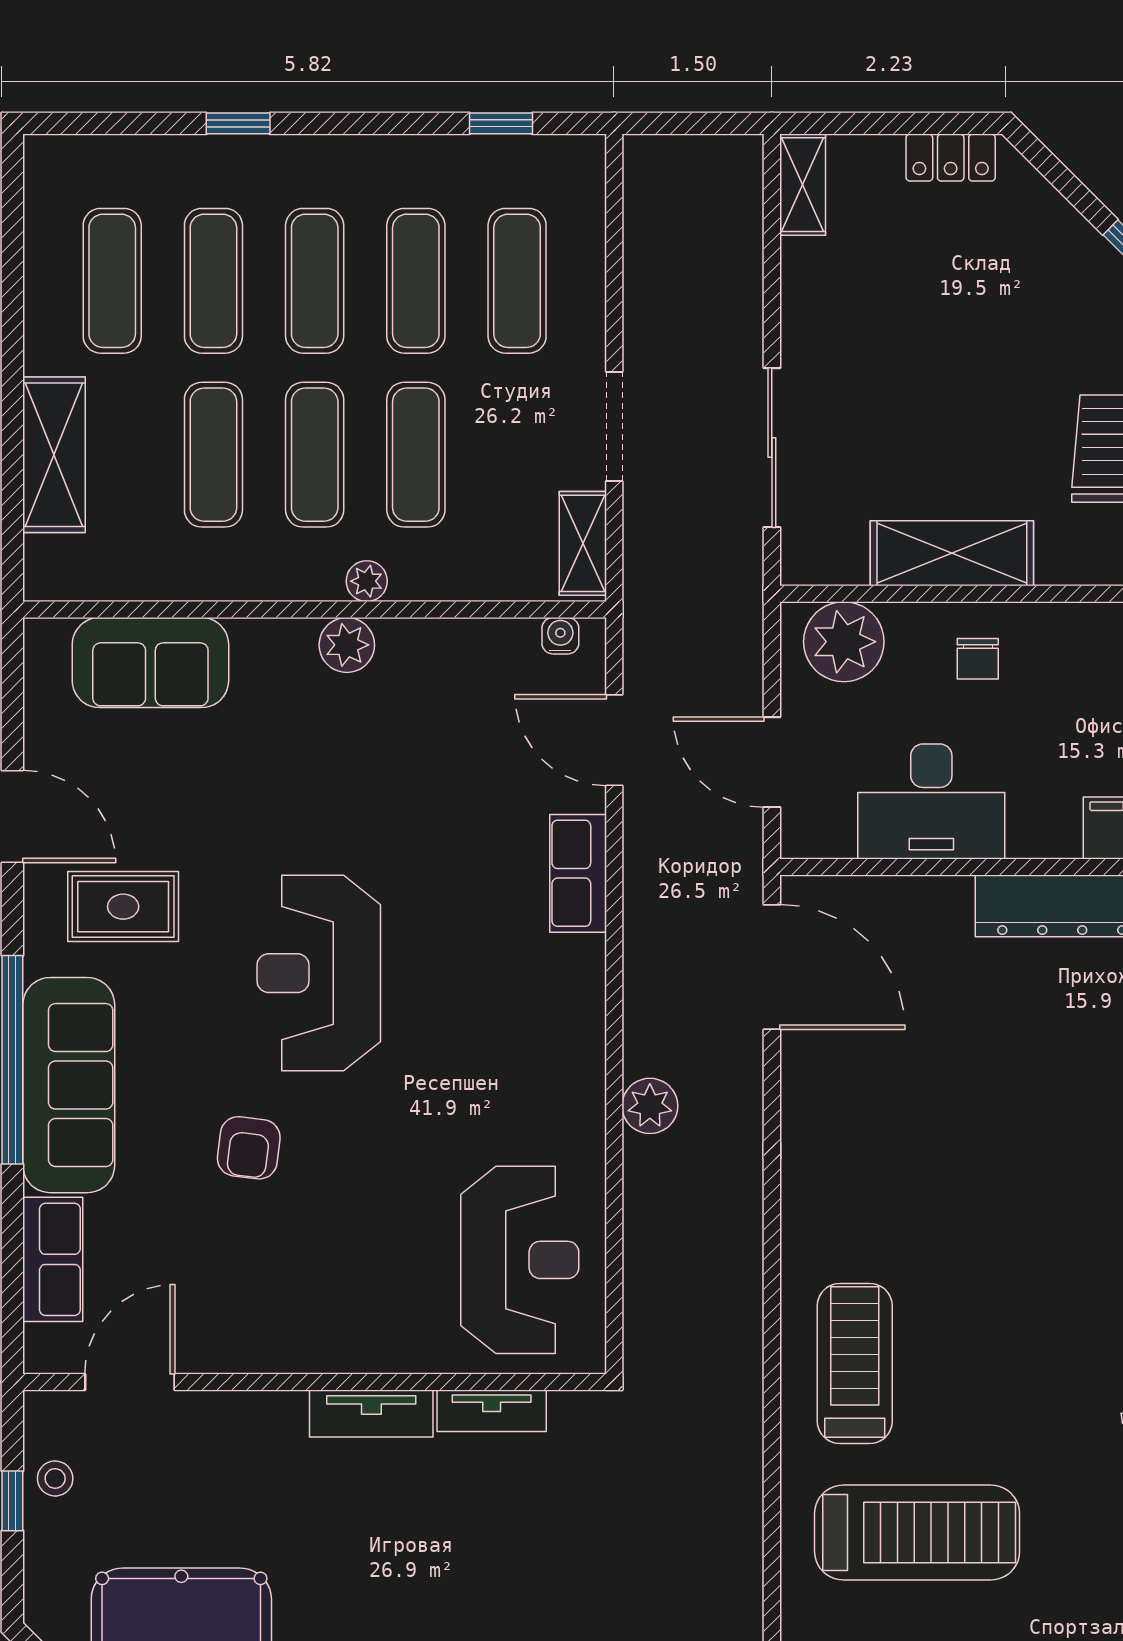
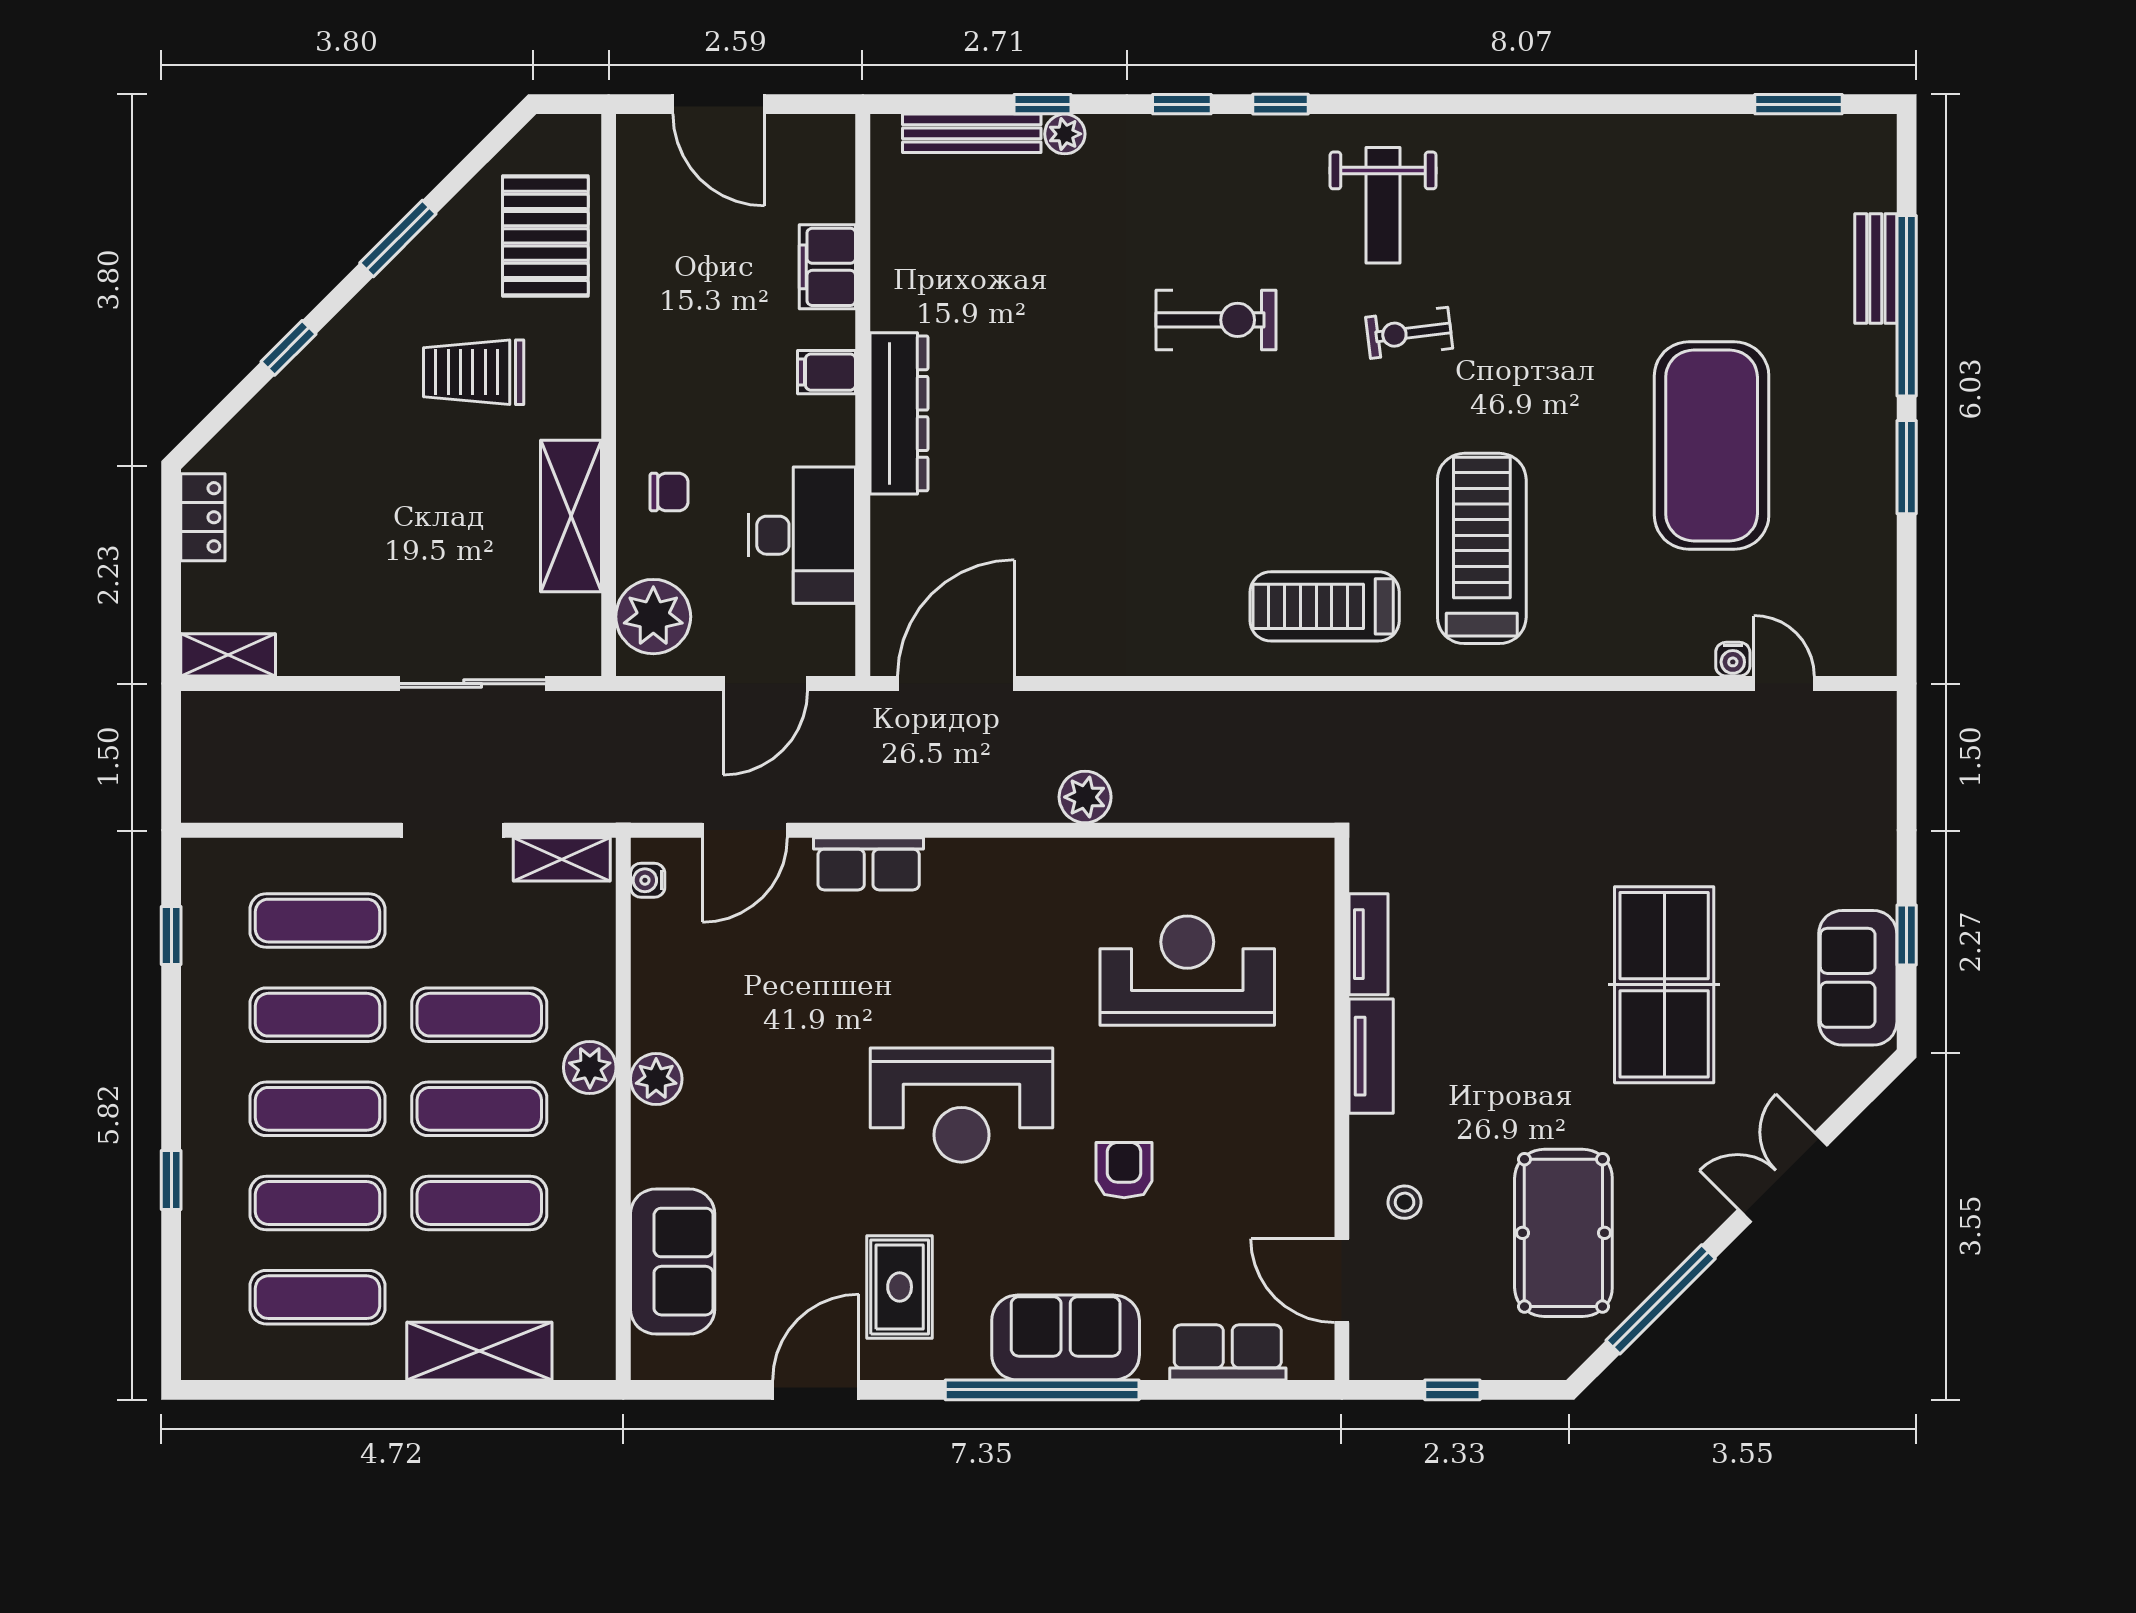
plant: (367, 581) -> (590, 1068), width x1.38, depth x1.38
sofa: (69, 1085) -> (1066, 1338), width x0.73
armchair: (249, 1148) -> (1124, 1170), turned -97
reception desk: (520, 1260) -> (1187, 971), moved
stool: (55, 1478) -> (1405, 1202), moved

